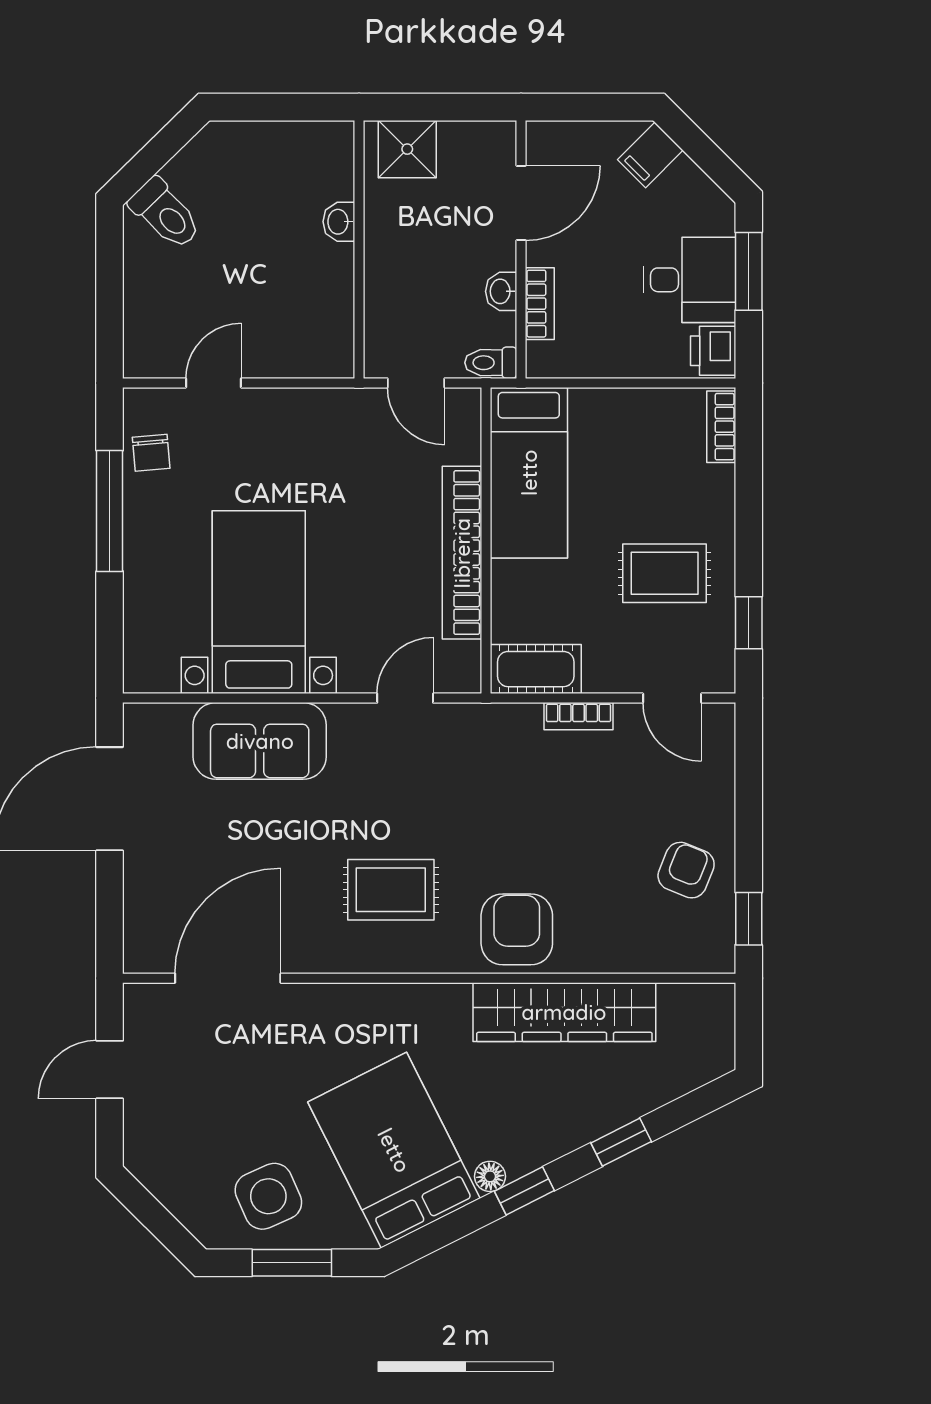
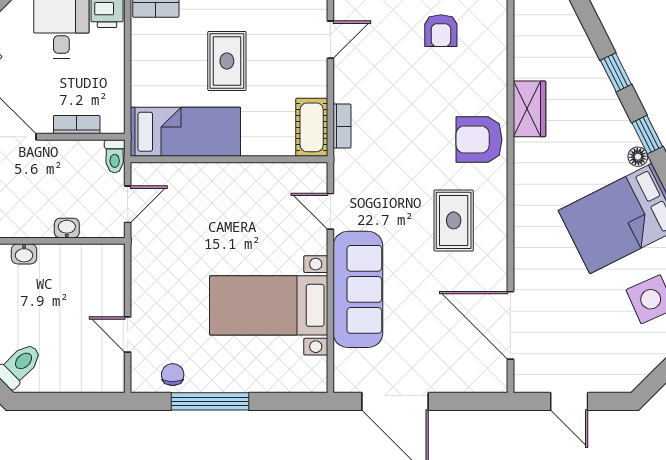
washbasin: (501, 291) -> (67, 228), moved, turned 180
chair: (151, 453) -> (173, 375), turned -85
bookcase: (462, 553) -> (237, 175), removed
rug: (665, 573) -> (227, 61), moved
bookcase: (579, 716) -> (342, 126), moved
sofa: (260, 741) -> (358, 289), width x1.36
armchair: (686, 870) -> (441, 31), turned -112
wardrobe: (564, 1012) -> (529, 109), width x0.48, depth x0.85

